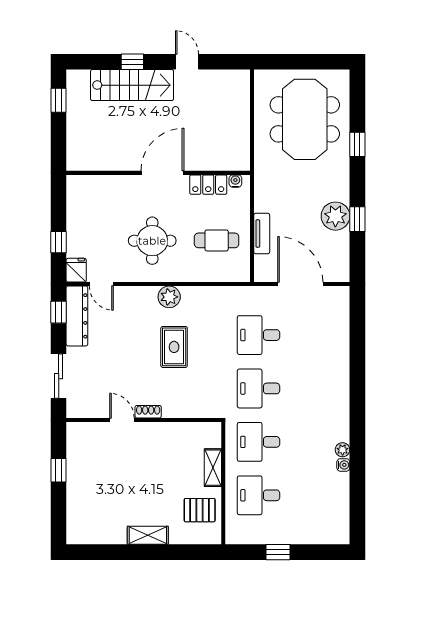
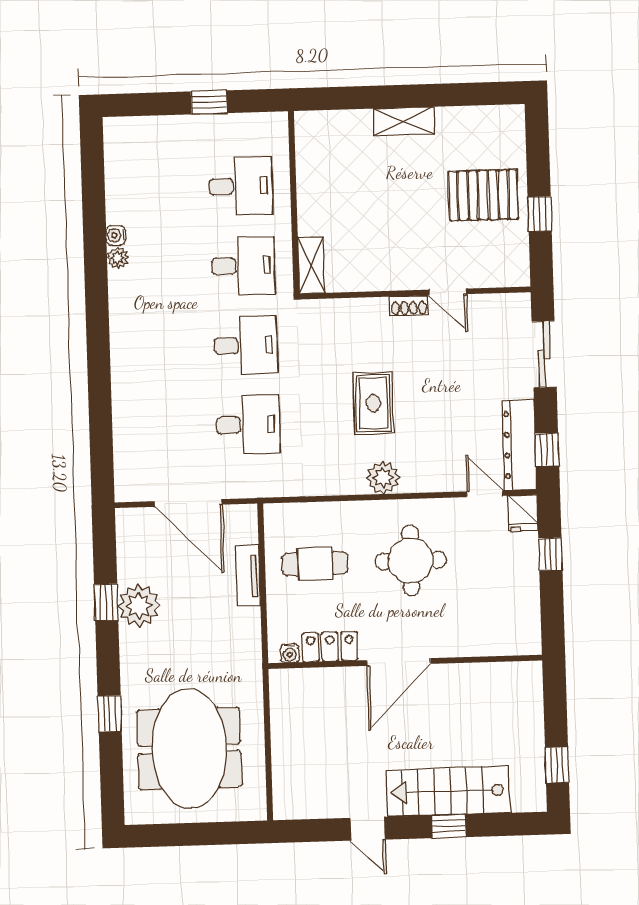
shelving: (213, 468) -> (311, 265), moved
pallet: (200, 510) -> (483, 195), moved, width x1.50, depth x1.42

